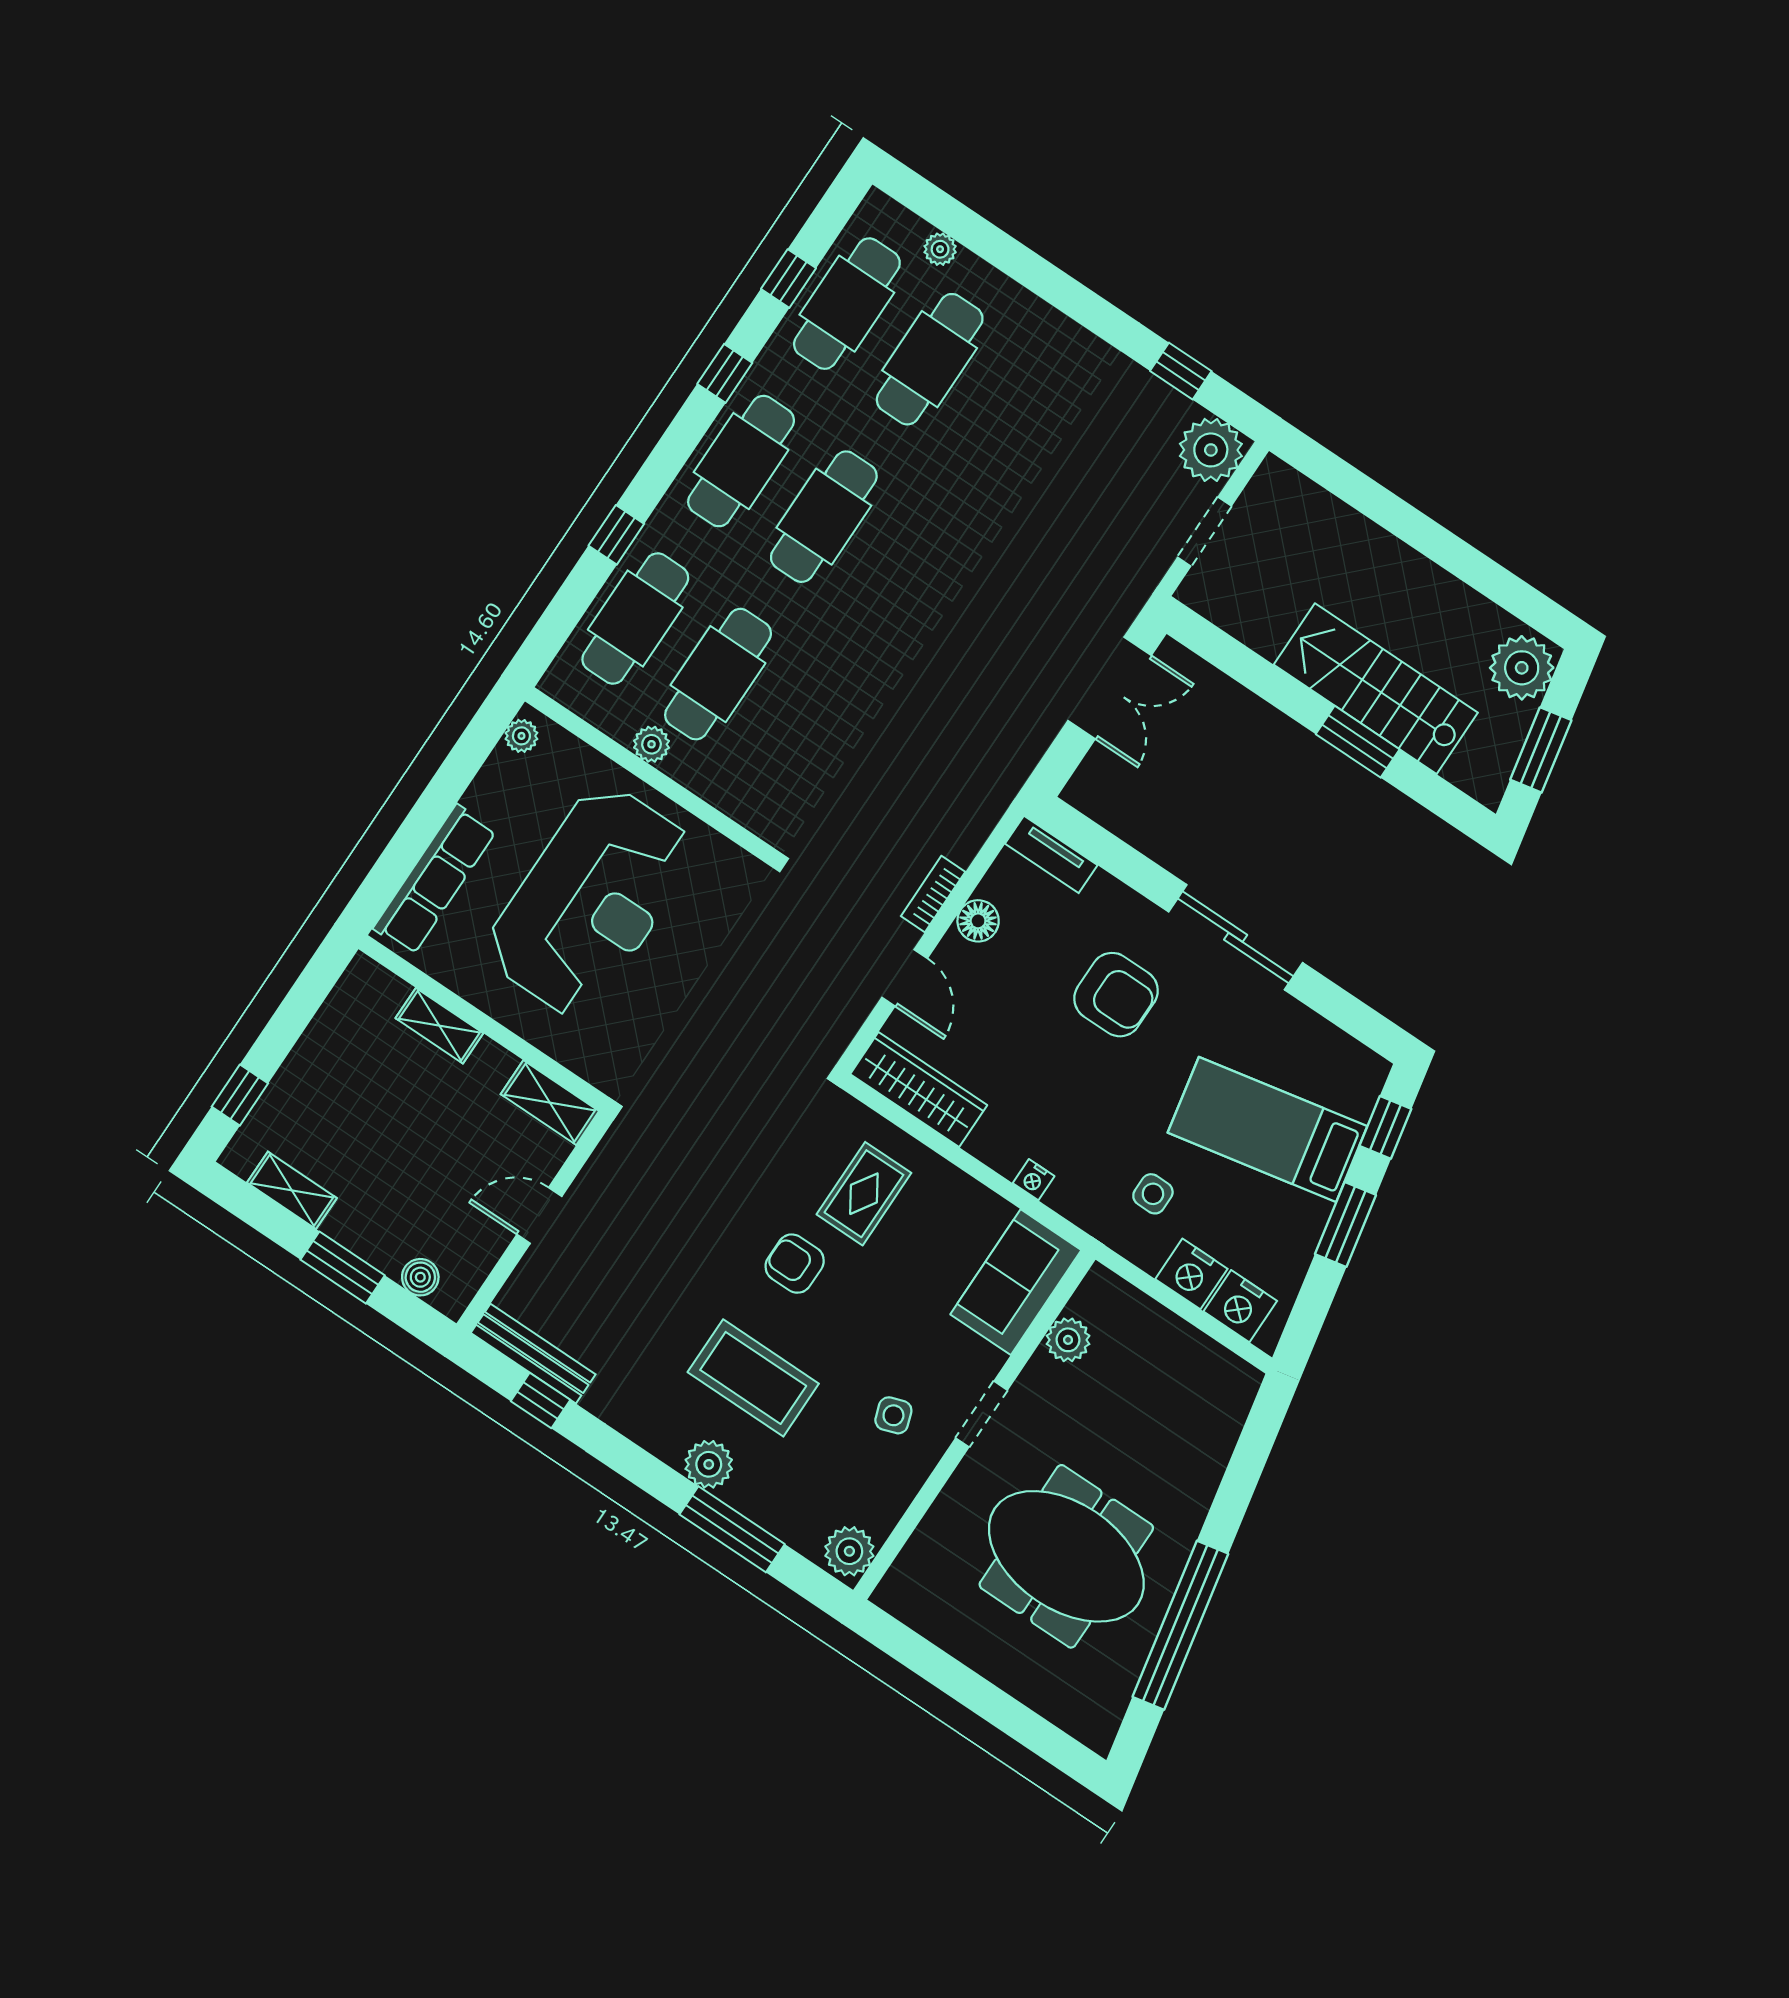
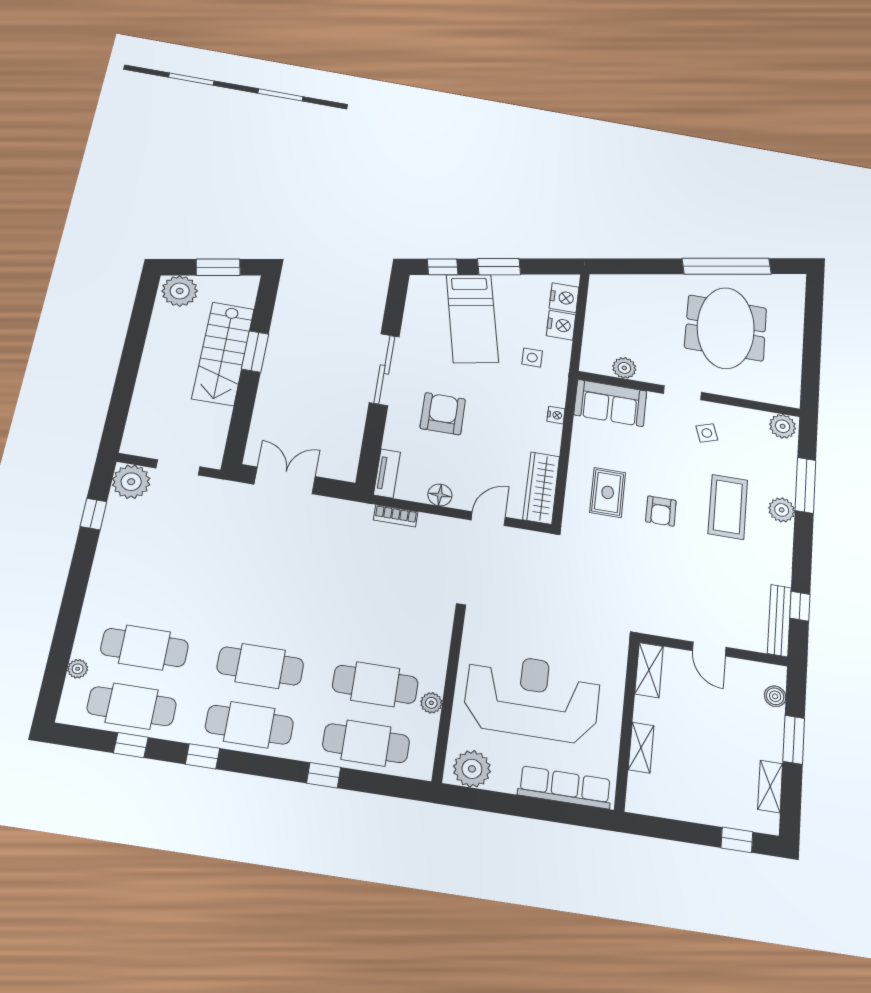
plant: (521, 736) -> (472, 769), width x1.88, depth x1.88
bookcase: (933, 894) -> (396, 516), moved
rug: (864, 1194) -> (608, 492), turned 90

